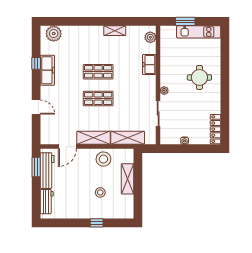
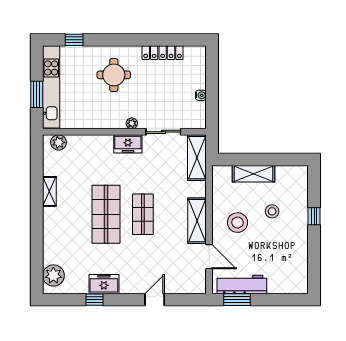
kitchen unit: (199, 32) -> (51, 87), width x1.36
window: (225, 49) -> (74, 40), added
freezer: (149, 65) -> (128, 144), moved
freezer: (47, 70) -> (104, 284), width x0.71
shop shelf: (98, 72) -> (106, 214), width x1.43, depth x1.36
locker: (216, 129) -> (163, 53), moved
shelving: (128, 138) -> (197, 158), moved
stool: (103, 159) -> (237, 223), moved
workbench: (47, 202) -> (285, 285), removed

